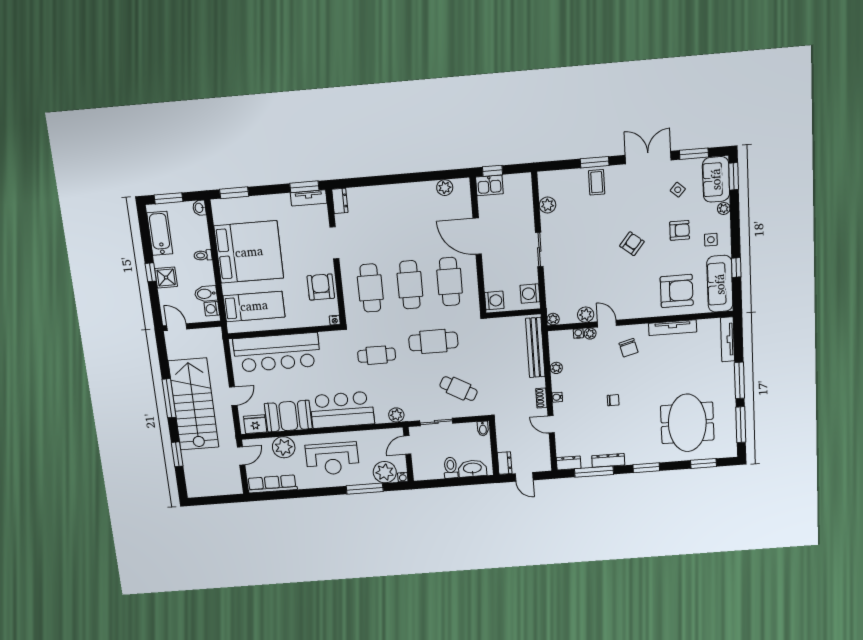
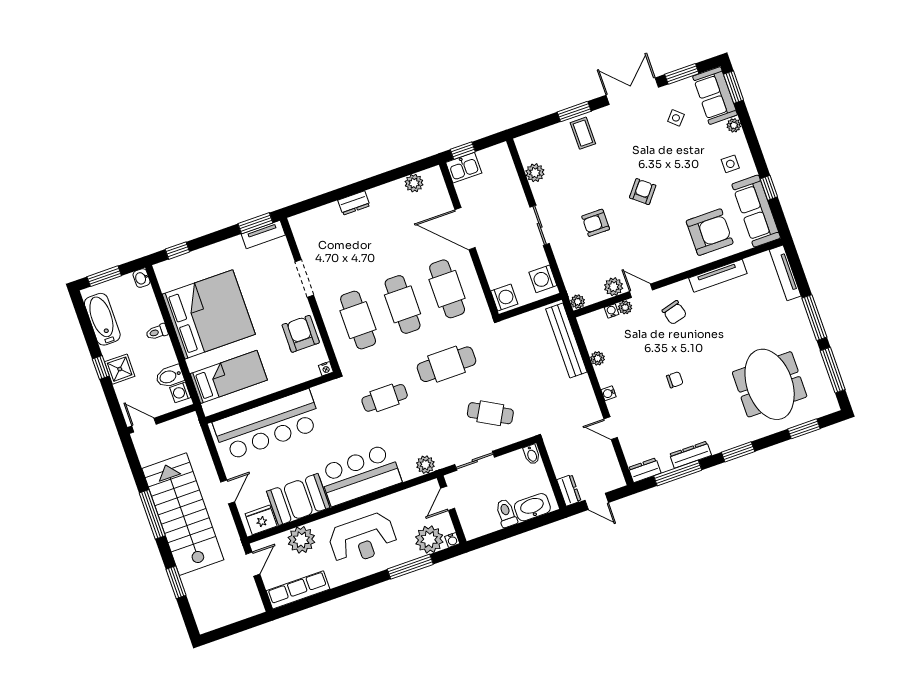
window: (234, 193) -> (177, 251), width x0.67
dresser: (340, 201) -> (354, 203), moved, turned 90
armchair: (680, 230) -> (596, 223), moved, turned 180
shoe rack: (541, 398) -> (590, 399), removed

